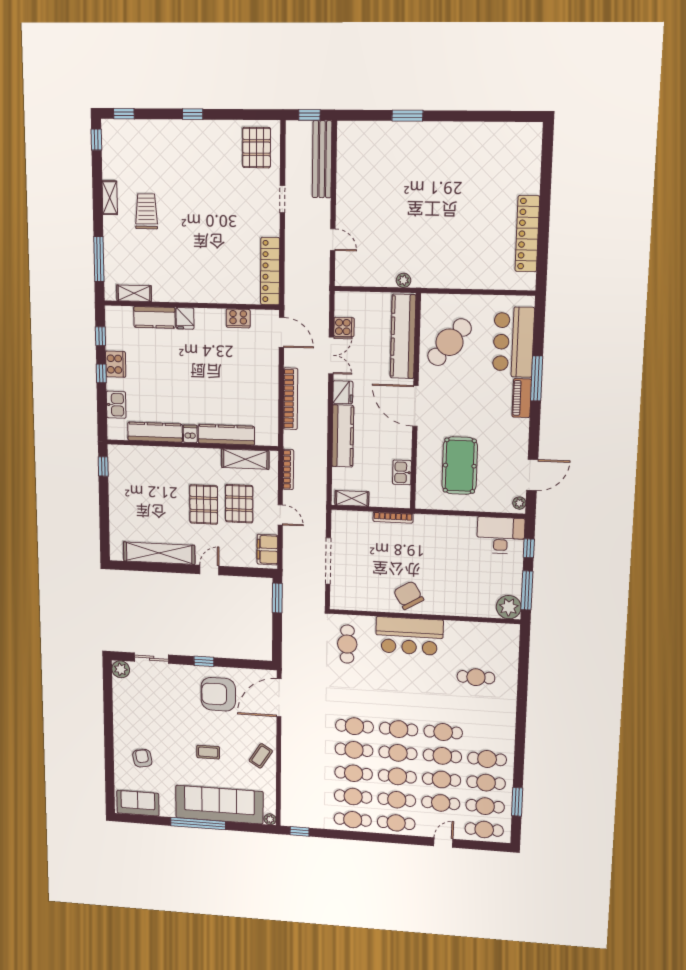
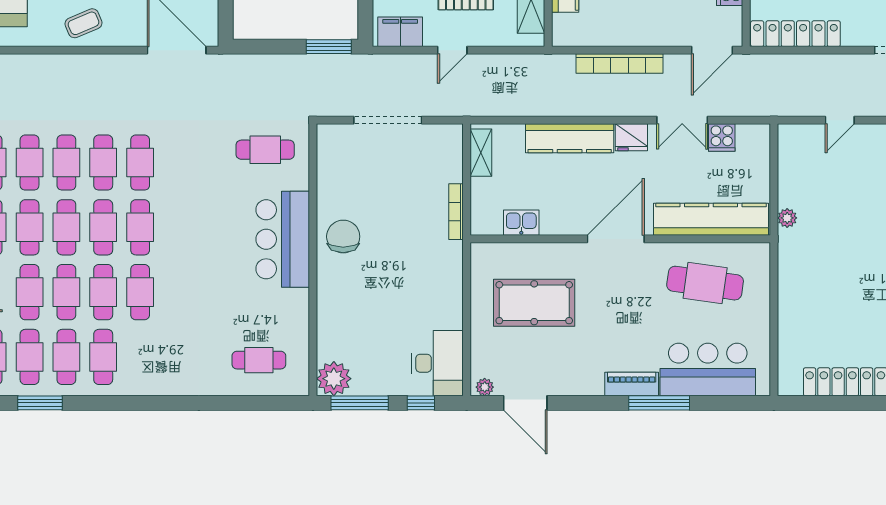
cafe table: (450, 342) -> (705, 283), turned -31
bookcase: (288, 469) -> (519, 61), removed
chair: (409, 595) -> (343, 237), turned -59
cafe table: (476, 677) -> (259, 360), moved, turned 90
coffee table: (261, 756) -> (84, 23), turned -55

